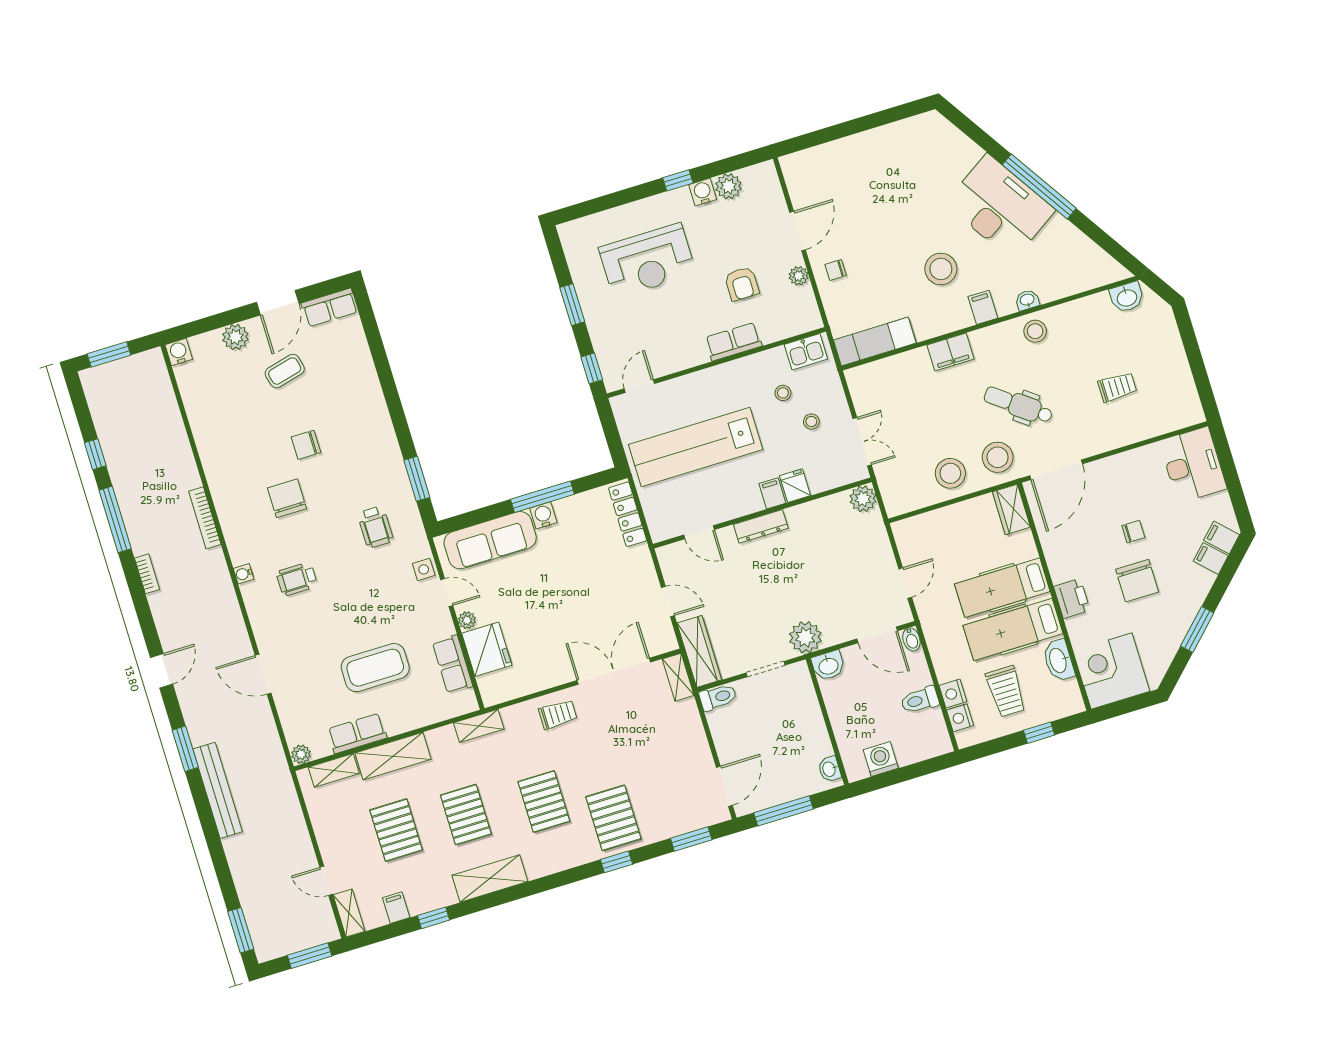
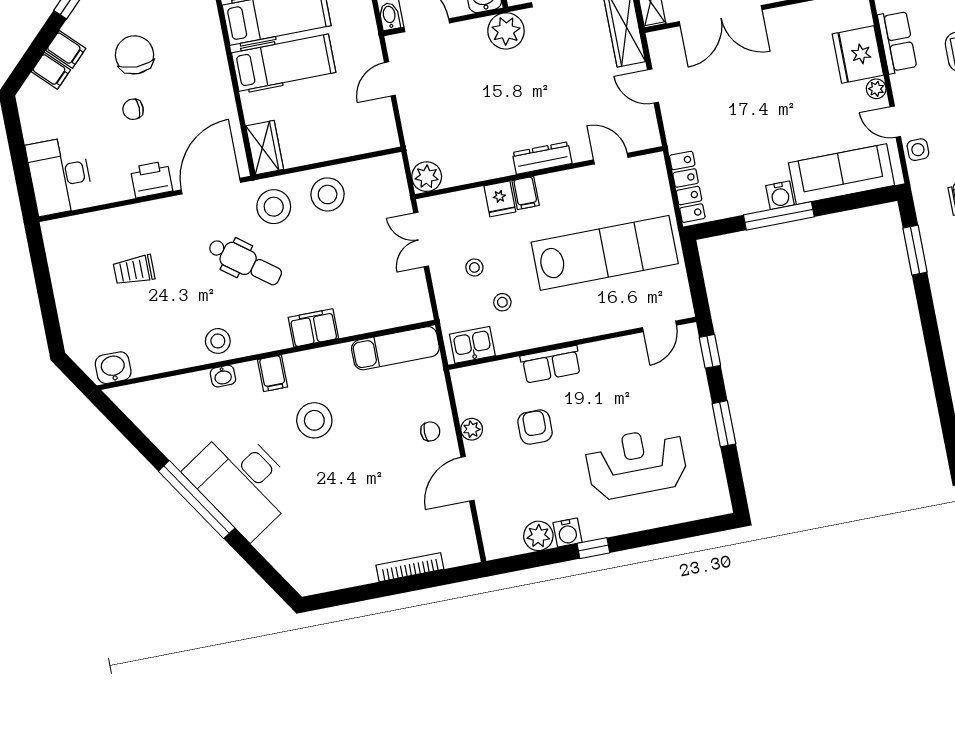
bookcase: (841, 146) -> (410, 567), added
filing cabinet: (1222, 537) -> (66, 49), moved
printer: (1072, 598) -> (151, 179), moved, turned 90

